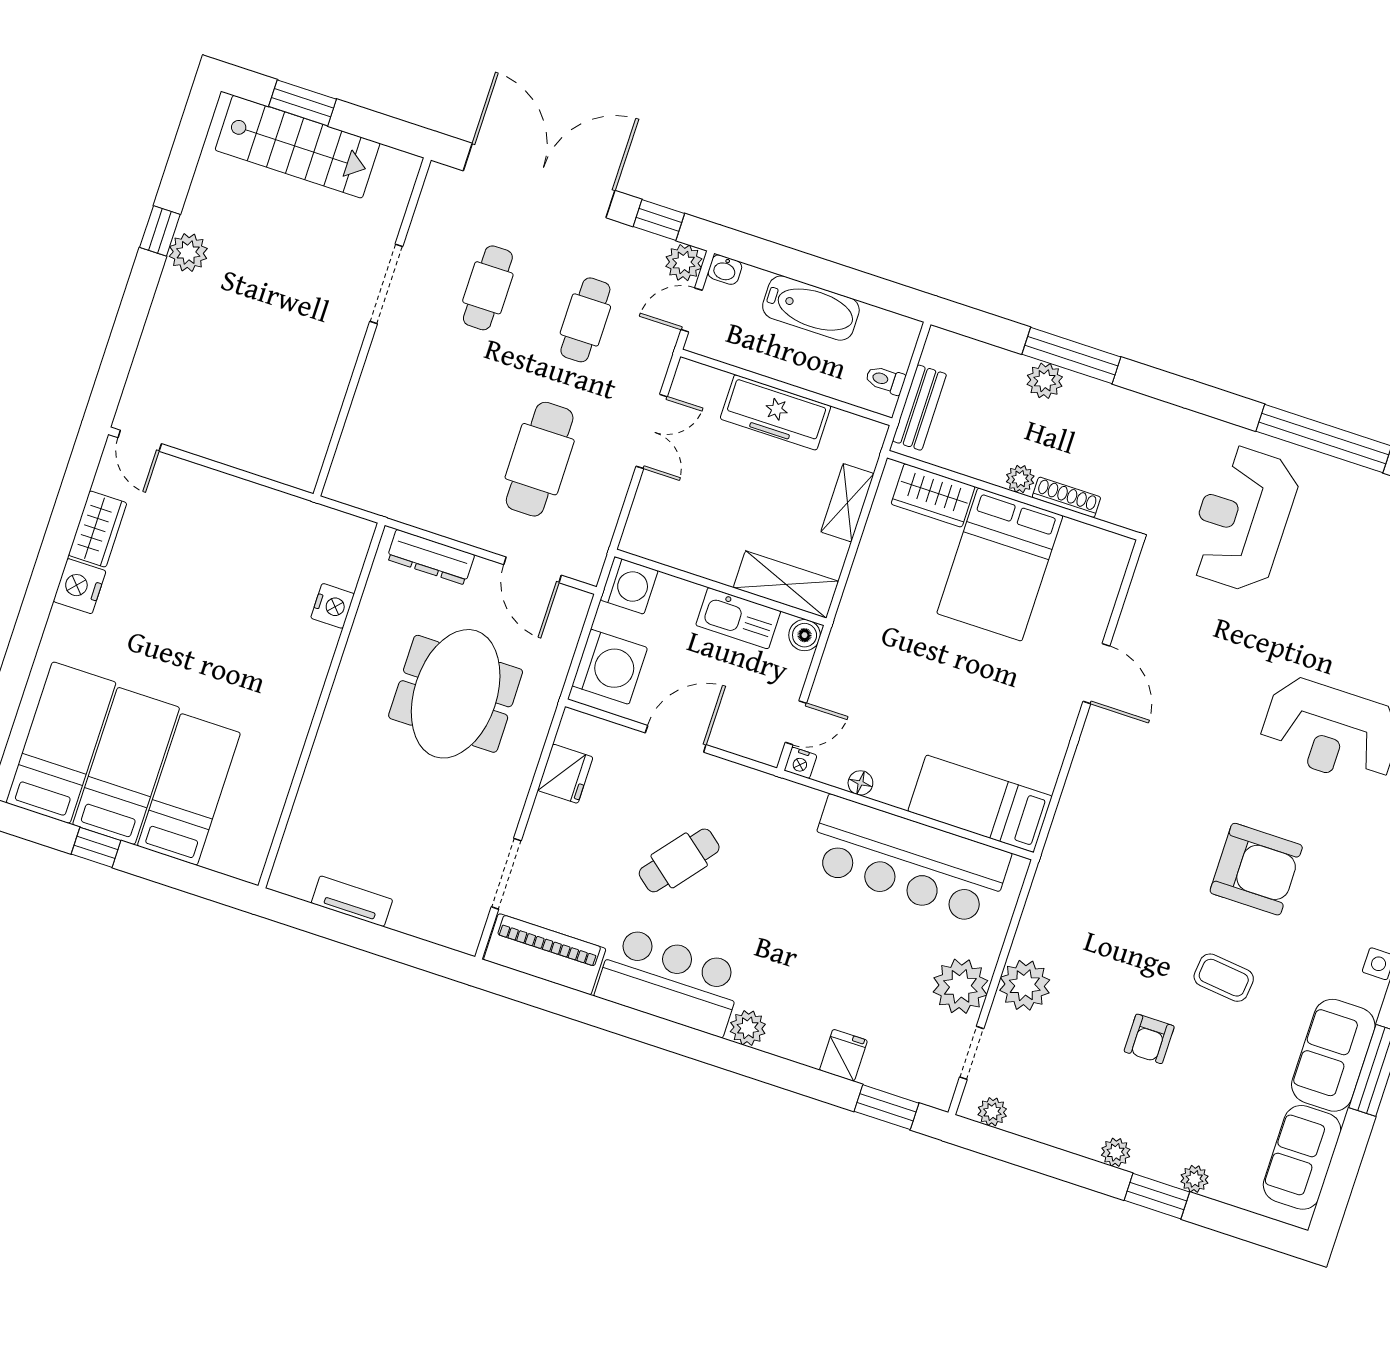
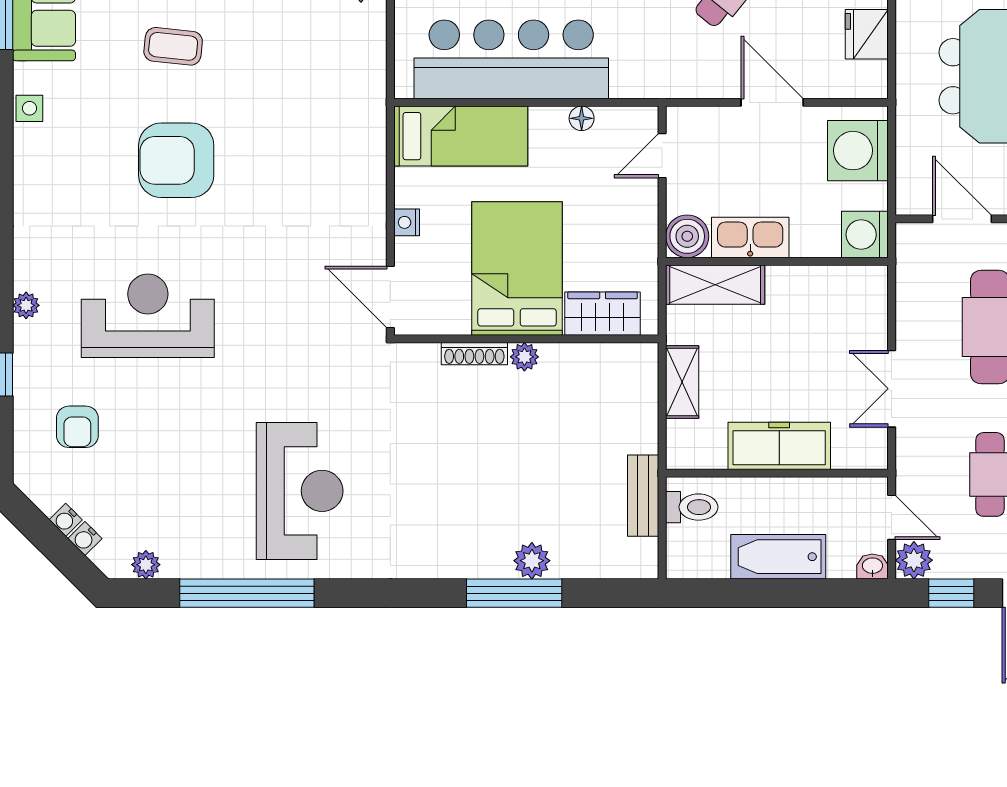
door: (692, 310) -> (892, 517), hinge flipped
toilet: (885, 380) -> (692, 507), width x1.37, depth x1.39
plant: (1020, 479) -> (524, 357), moved
wardrobe: (933, 495) -> (603, 314), moved
wall: (1013, 495) -> (526, 339), moved
shoe rack: (1066, 497) -> (474, 354), moved
bed: (1000, 564) -> (517, 269), moved
boiler: (805, 635) -> (687, 236), width x1.36, depth x1.36
door: (676, 739) -> (772, 102), swing flipped
nightstand: (800, 763) -> (407, 222), moved, turned -90

